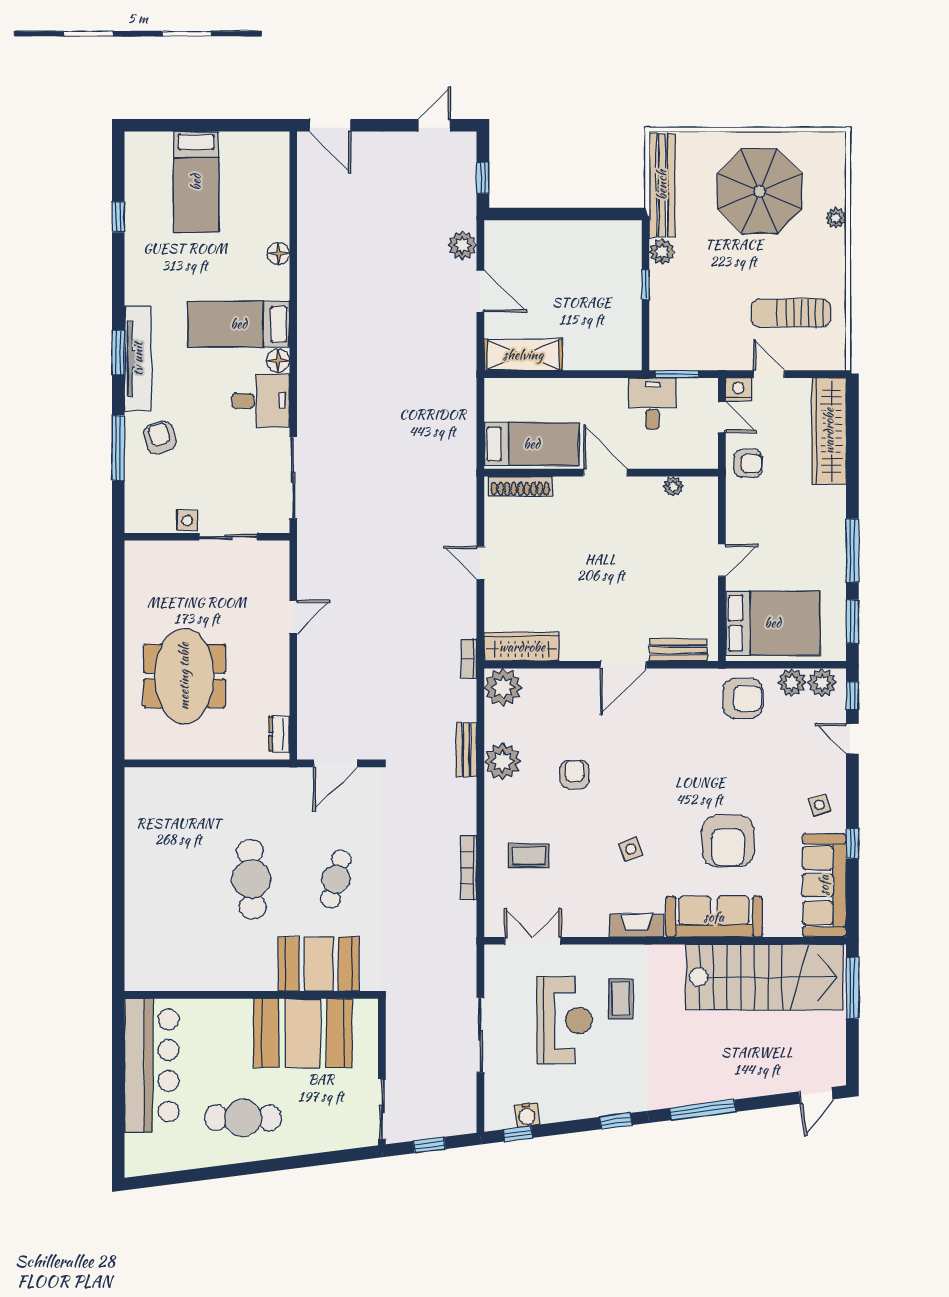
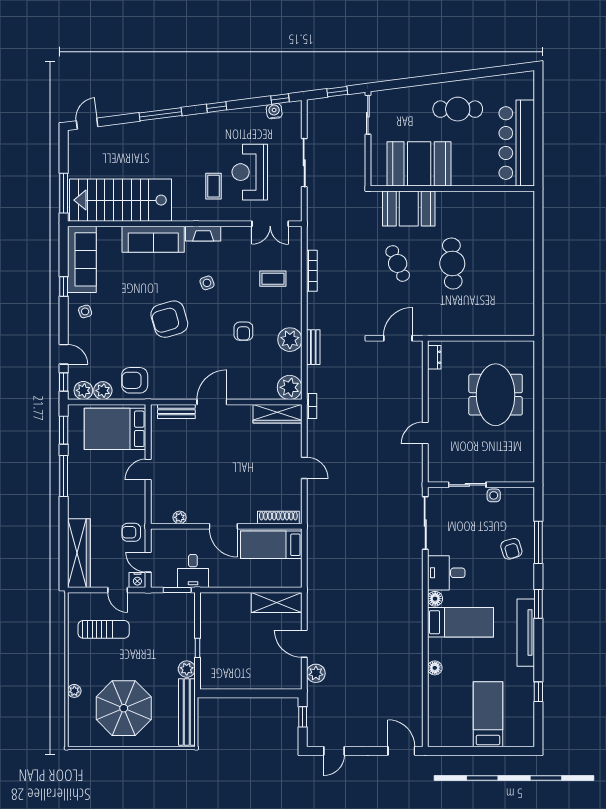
tv unit: (138, 359) -> (526, 633), moved
armchair: (728, 841) -> (169, 319), moved, turned -106
cafe table: (336, 879) -> (398, 263), turned -39

